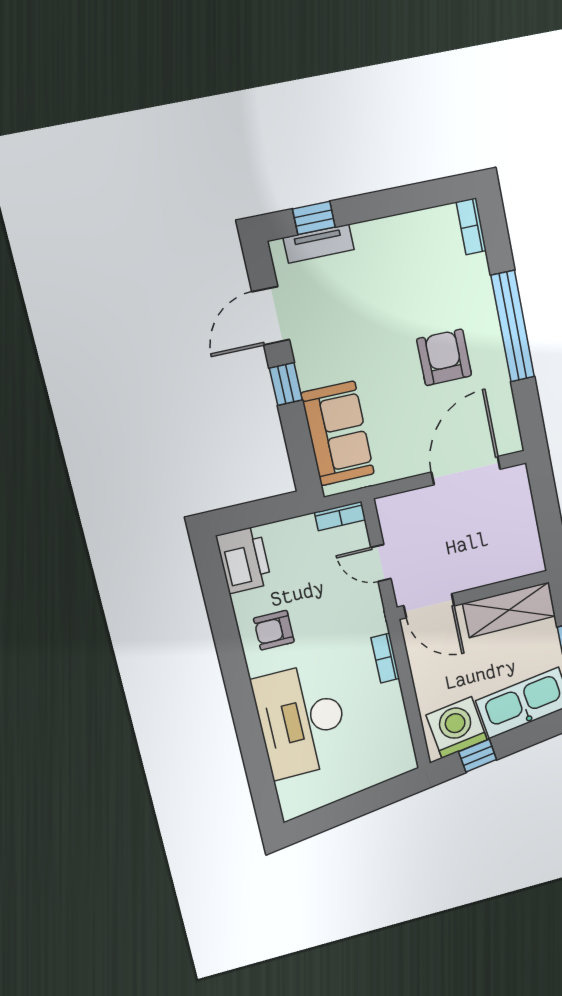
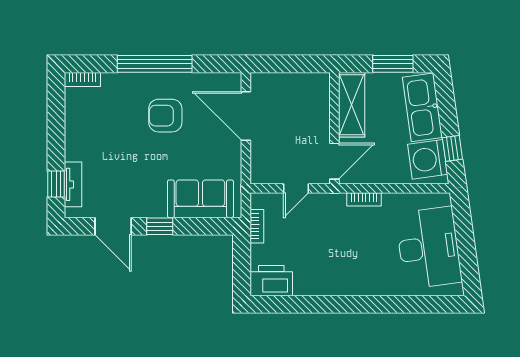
bookcase: (340, 516) -> (257, 226), moved
armchair: (274, 630) -> (325, 272), removed
desk: (302, 721) -> (429, 248), moved, turned -98

